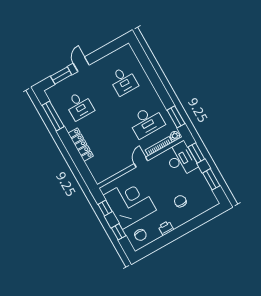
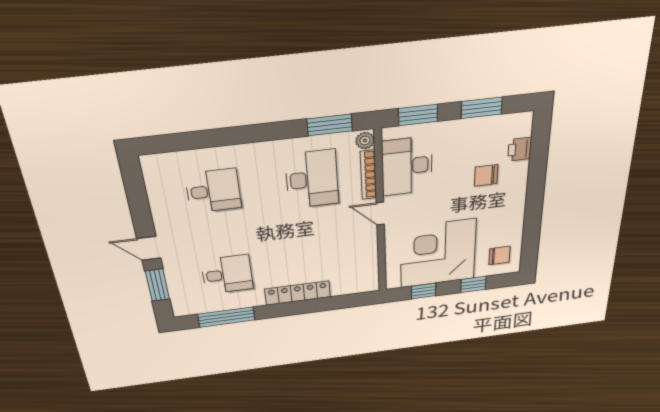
desk: (181, 159) -> (407, 166), moved, turned -90
printer: (166, 228) -> (520, 149), moved

